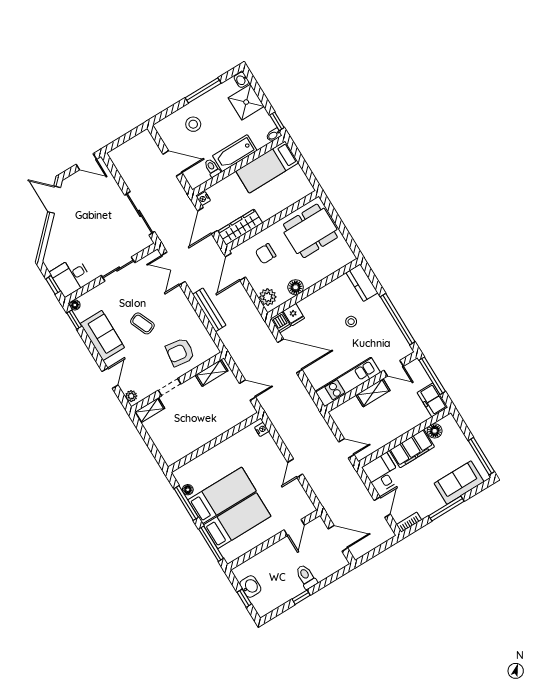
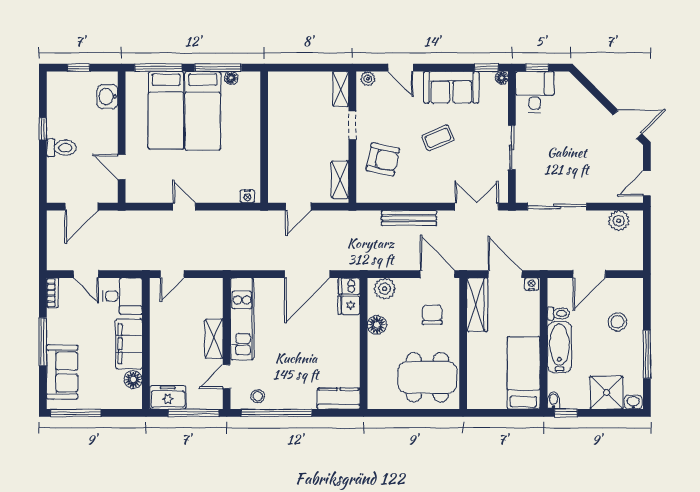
plant: (124, 165) -> (619, 221), added
dining table: (310, 231) -> (427, 377), turned 90
stool: (351, 322) -> (258, 396), moved
armchair: (180, 352) -> (383, 159), turned 94
washbasin: (250, 586) -> (107, 97), moved, turned 90

